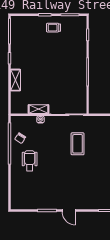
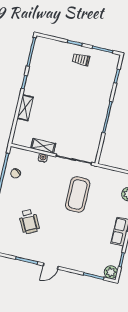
coffee table: (78, 144) -> (78, 194), width x1.36, depth x1.32
wheelchair: (30, 161) -> (29, 222), moved, turned 153
door: (69, 211) -> (51, 266), hinge flipped

